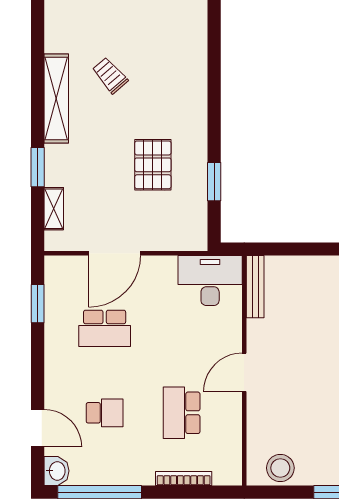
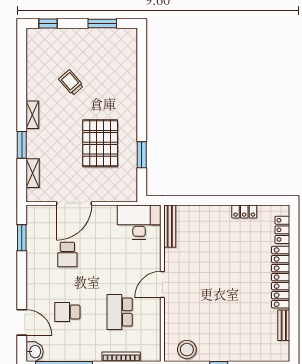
shelving: (56, 98) -> (32, 115), width x0.45, depth x0.75
pallet: (153, 165) -> (100, 143), width x1.37, depth x1.41
school desk: (105, 328) -> (67, 255), width x0.54
school desk: (105, 413) -> (67, 312), turned 180

